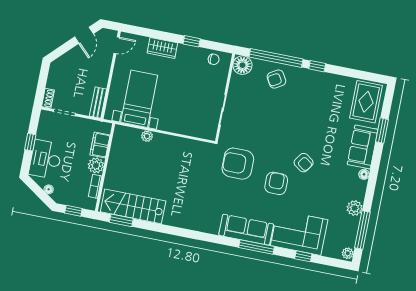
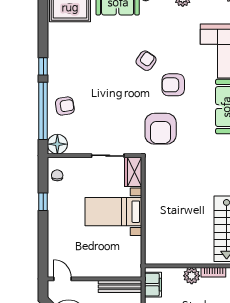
wardrobe: (162, 48) -> (133, 172), moved, turned 180
armchair: (276, 79) -> (65, 106), turned -68
bed with nightstands: (139, 99) -> (113, 212), moved
bench: (98, 103) -> (120, 286), width x1.36
plant: (147, 136) -> (151, 229), removed
filing cabinet: (100, 145) -> (153, 285), moved, turned -90

